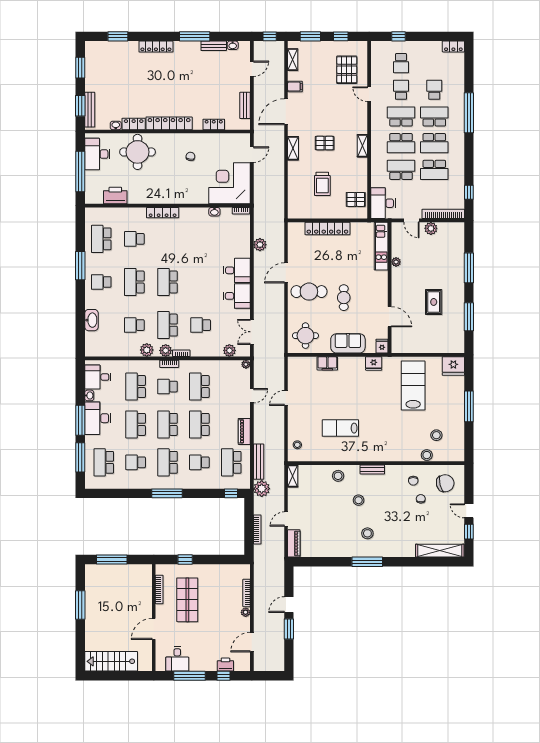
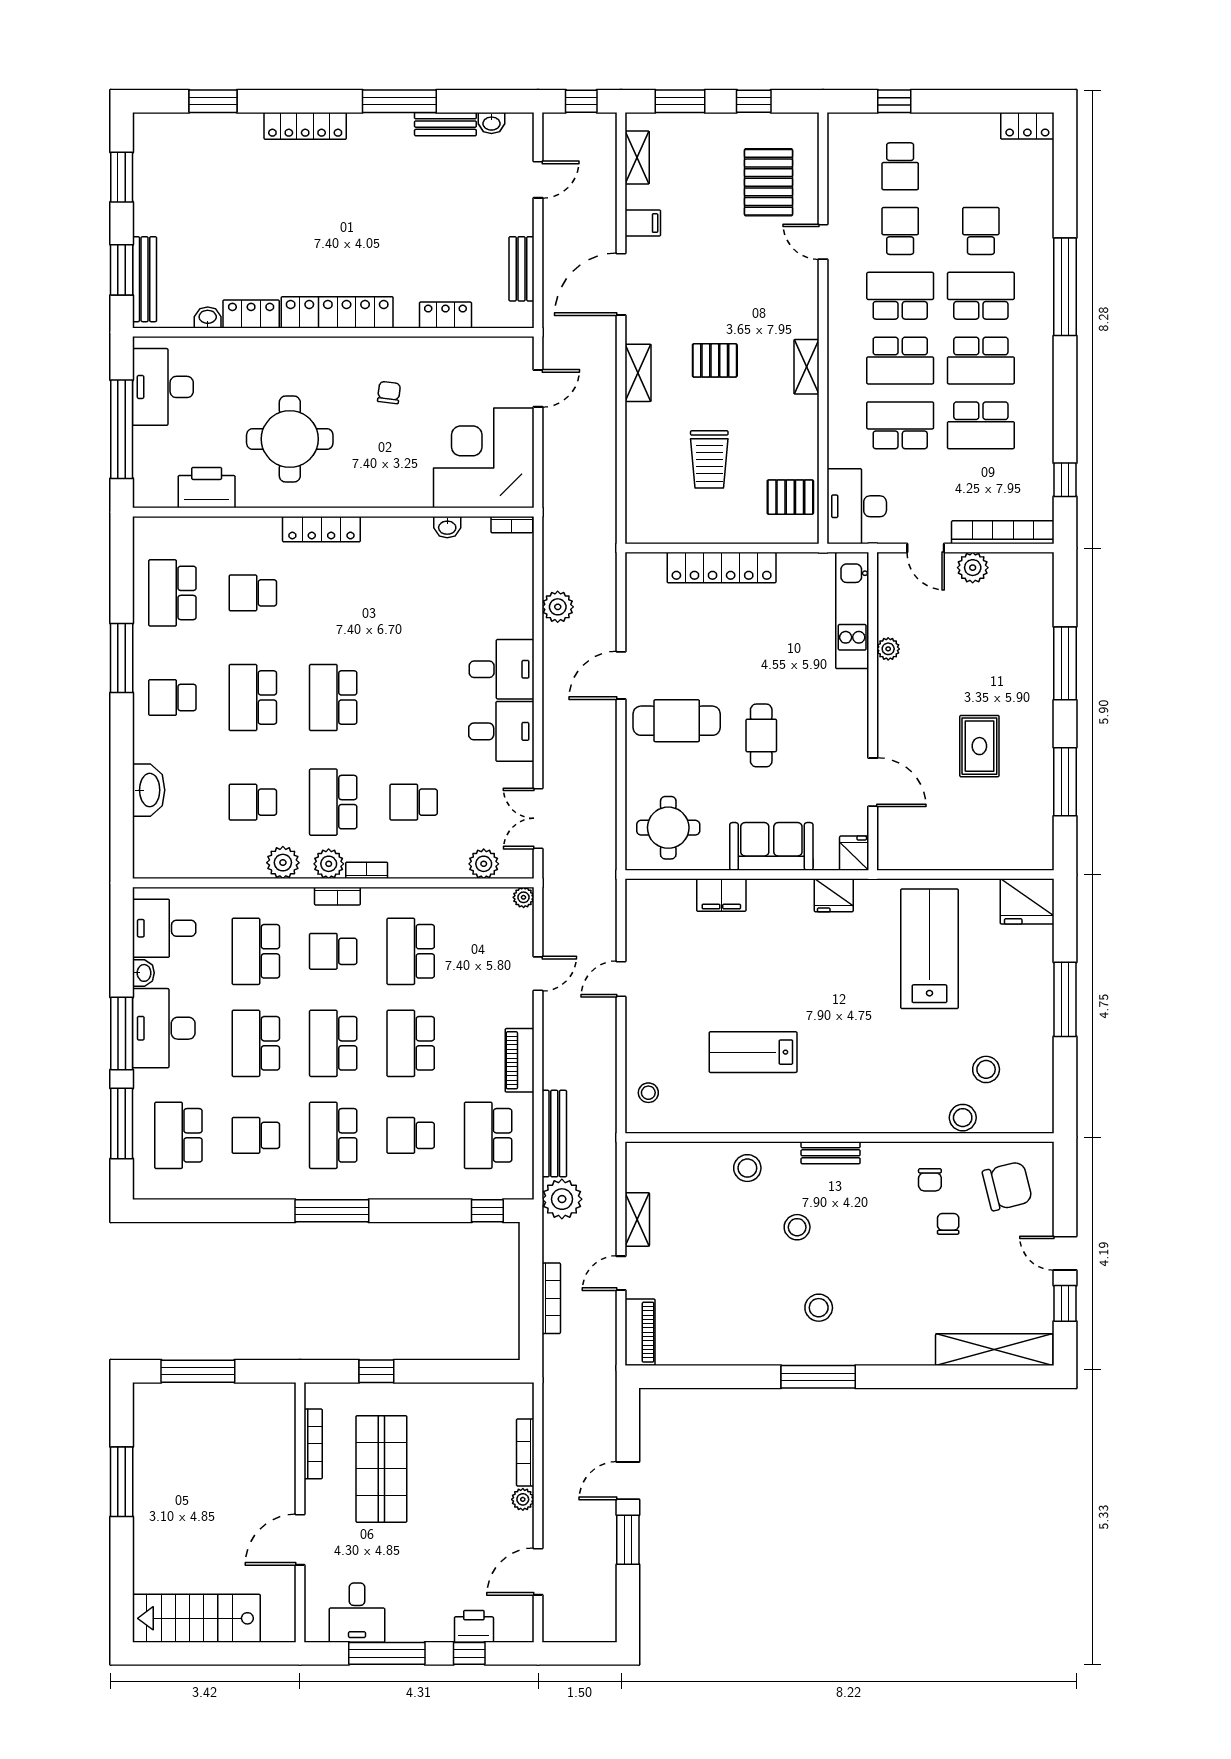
round table: (138, 152) -> (290, 439), moved
shelving: (293, 476) -> (637, 1219), moved

